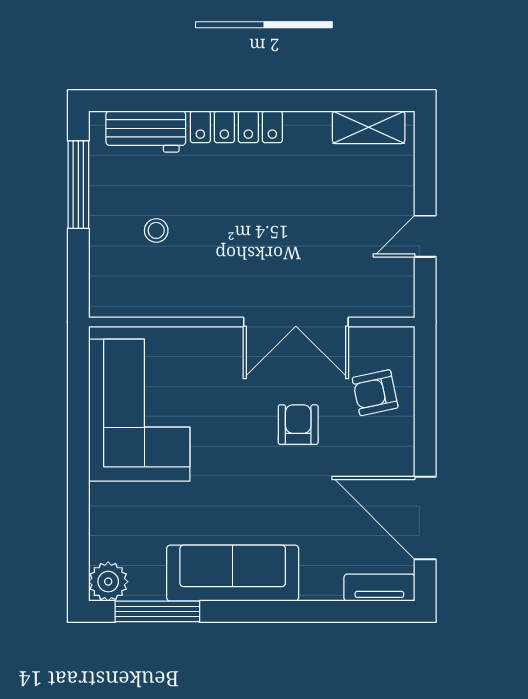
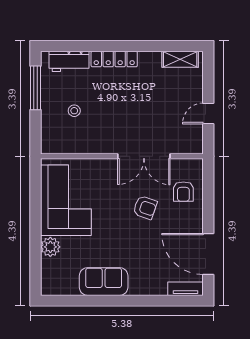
armchair: (375, 393) -> (183, 192), turned -78
armchair: (298, 425) -> (145, 207), turned 109
sofa: (233, 573) -> (104, 282), width x0.73
plant: (108, 582) -> (50, 247), moved
window: (157, 611) -> (75, 301), removed

